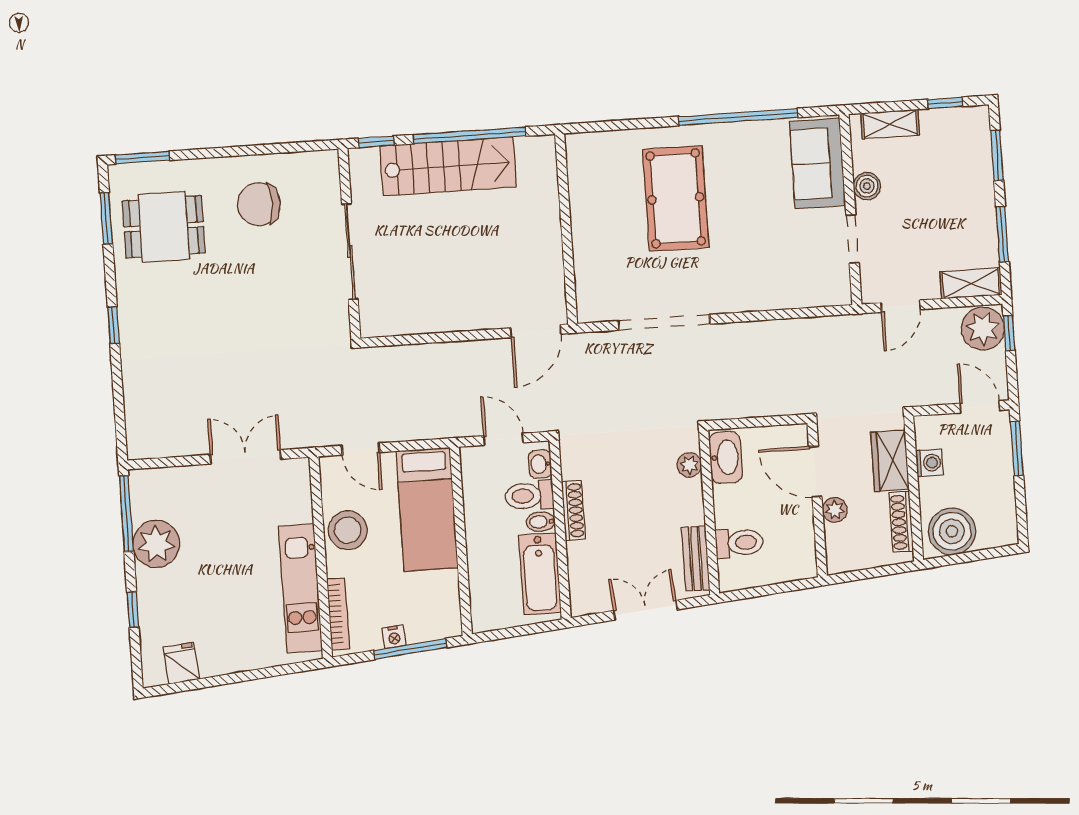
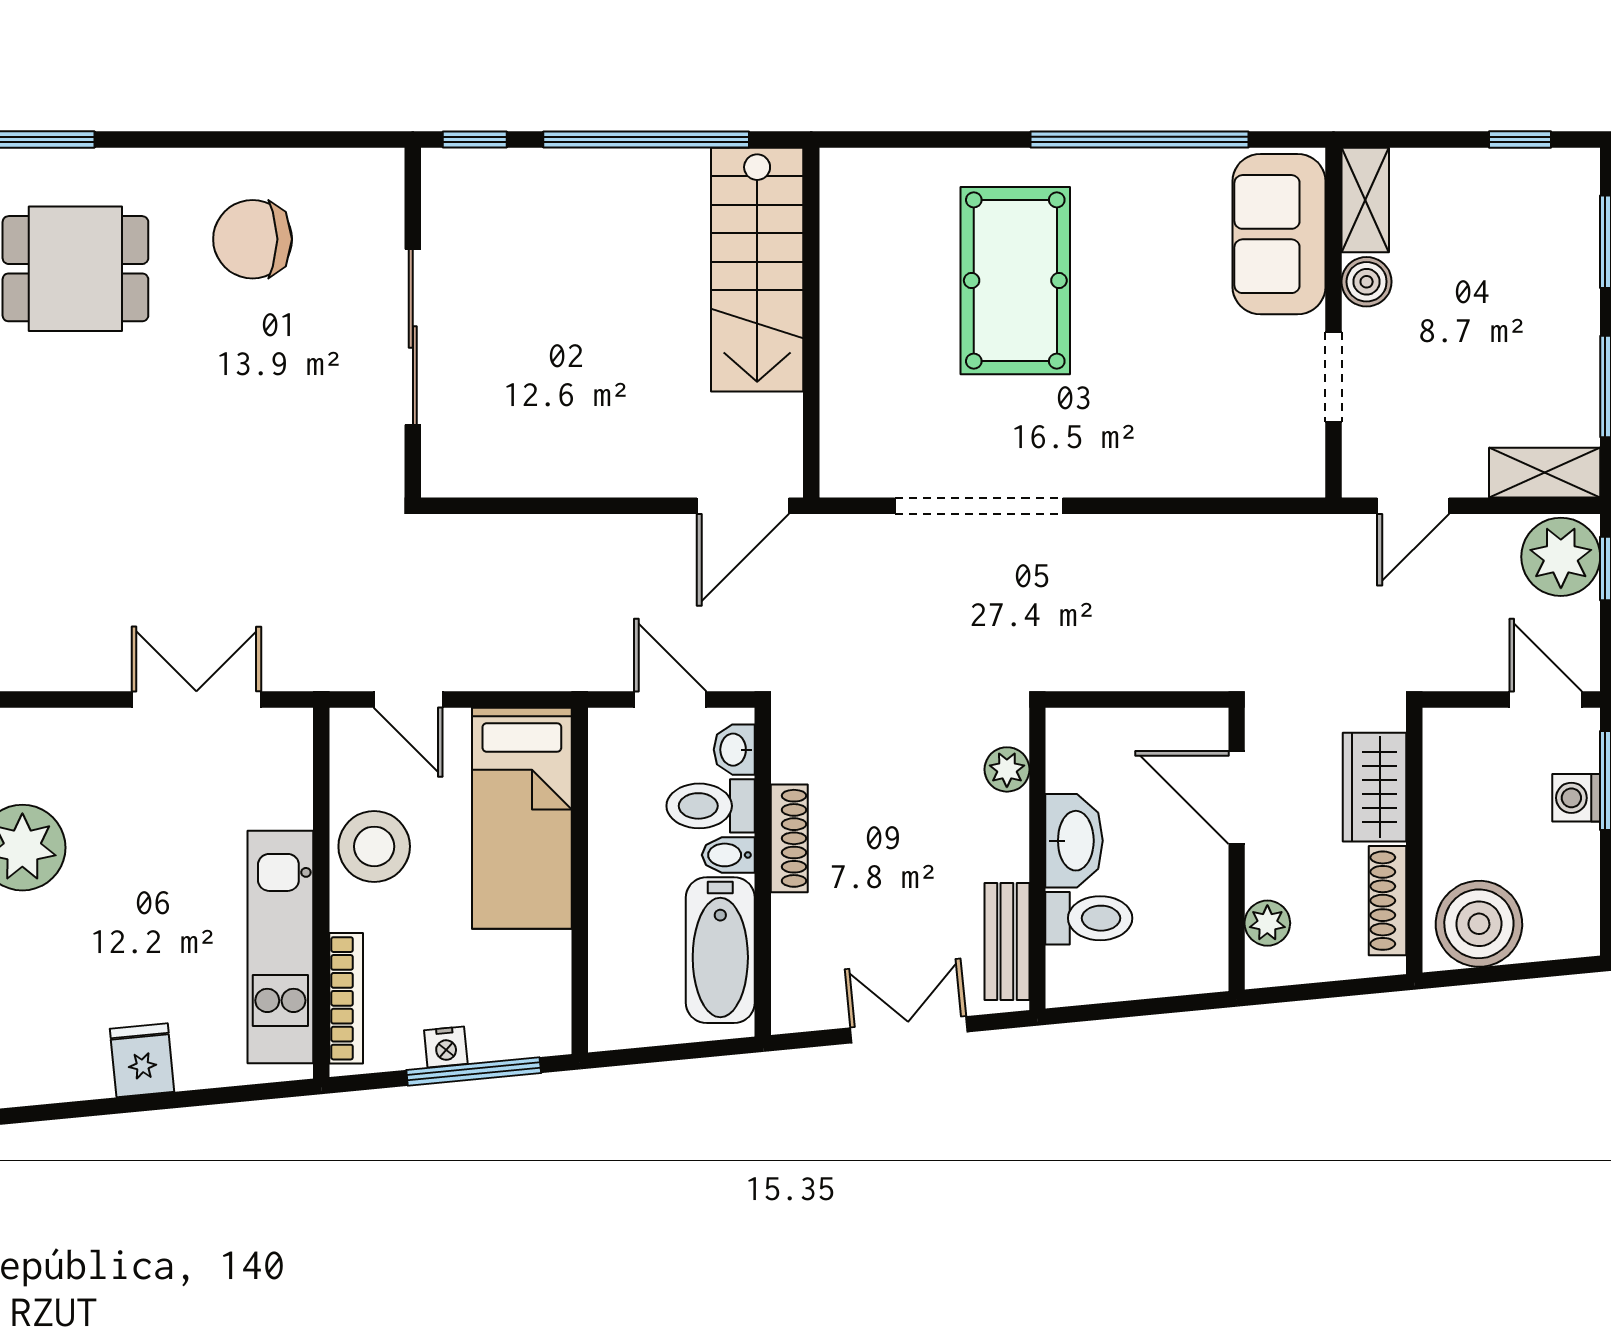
shelving: (890, 124) -> (1365, 200), moved, turned 90
stairs: (448, 166) -> (757, 270), moved, turned 90
washbasin: (725, 457) -> (1074, 841), moved
washing machine: (929, 463) -> (1576, 798), moved, turned 180
plant: (835, 510) -> (1267, 923), moved
fridge: (181, 663) -> (142, 1060), moved

